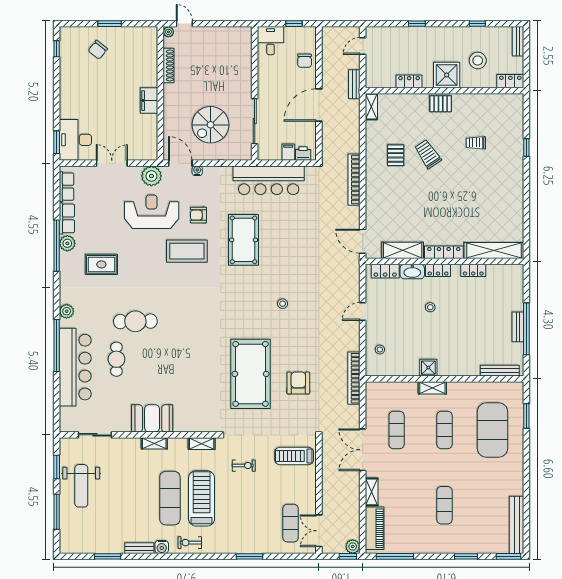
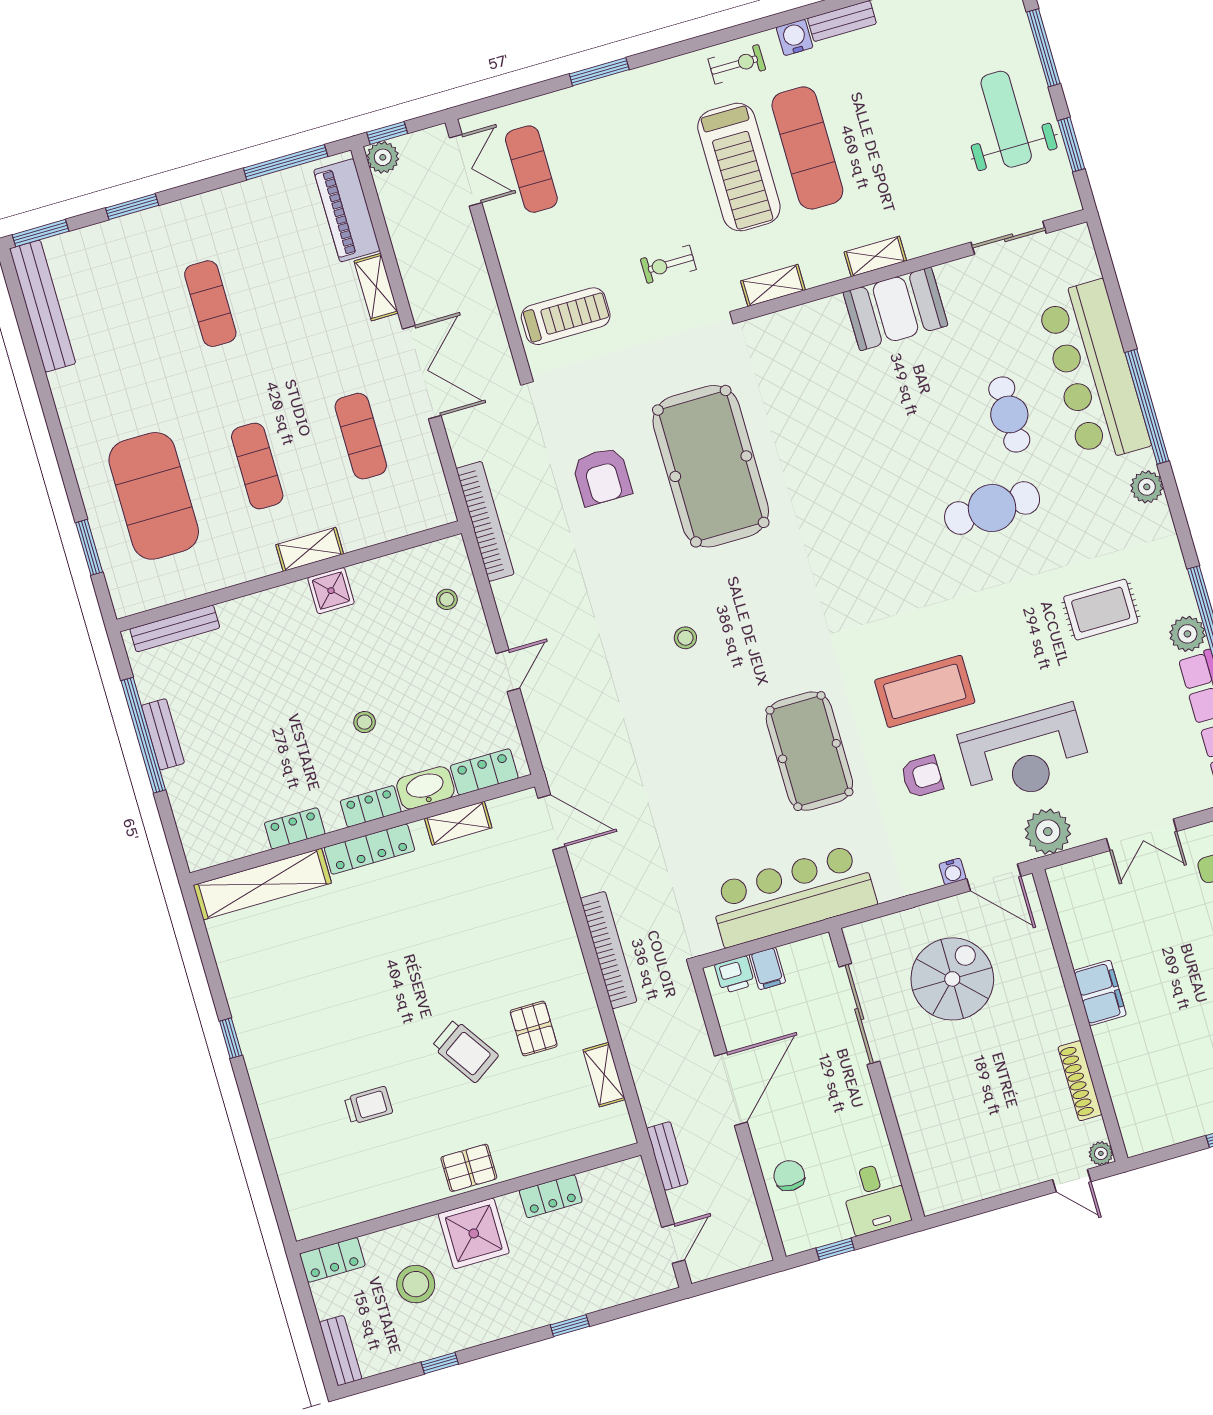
shelving: (371, 107) -> (604, 1075), moved
window: (526, 148) -> (231, 1038), moved
shelving: (403, 250) -> (458, 823), width x0.67, depth x0.75

